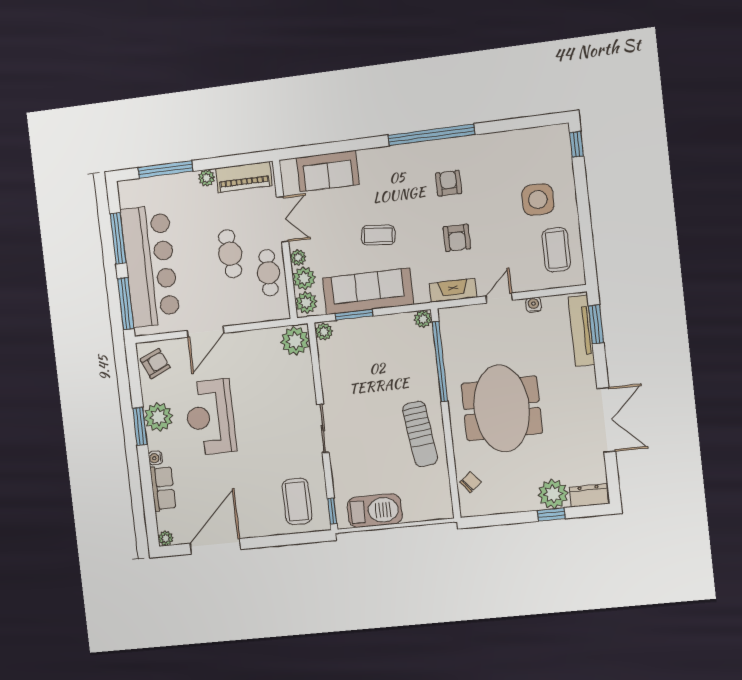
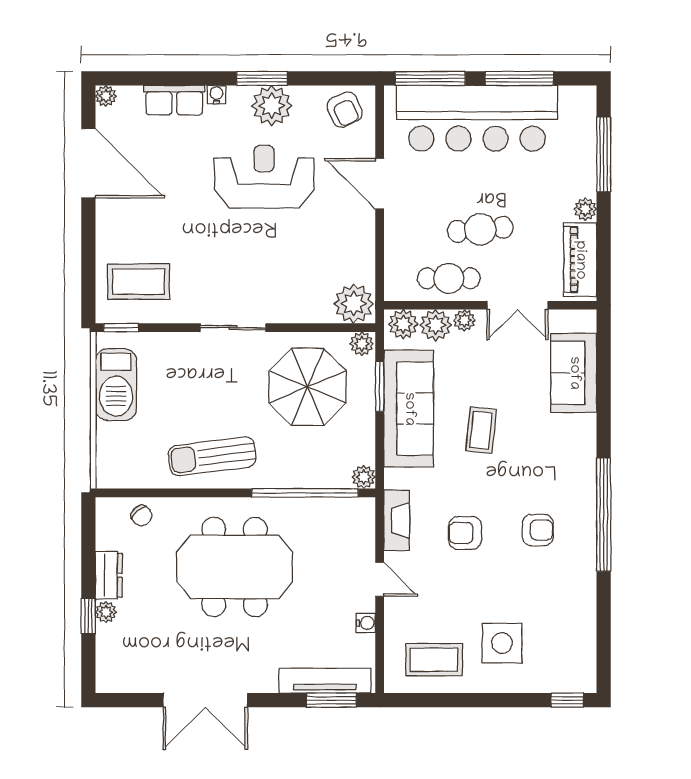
parasol: (360, 368) -> (308, 387), added
plant: (553, 494) -> (106, 612), width x0.53, depth x0.53
dresser: (589, 495) -> (109, 575), moved

